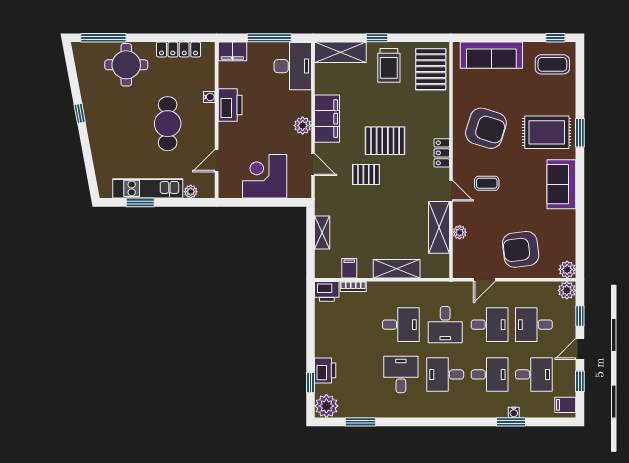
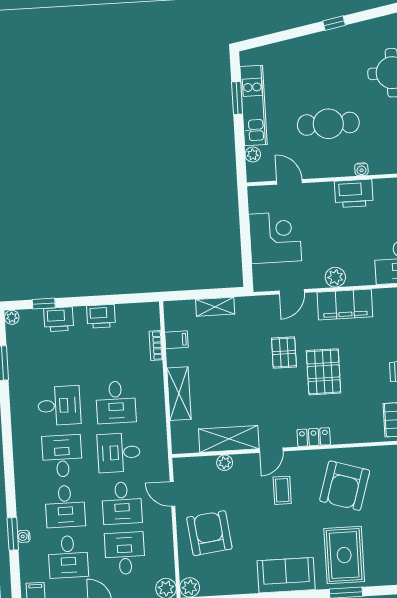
printer: (327, 291) -> (101, 316), moved, turned -90
plant: (326, 406) -> (12, 317), width x0.53, depth x0.53

